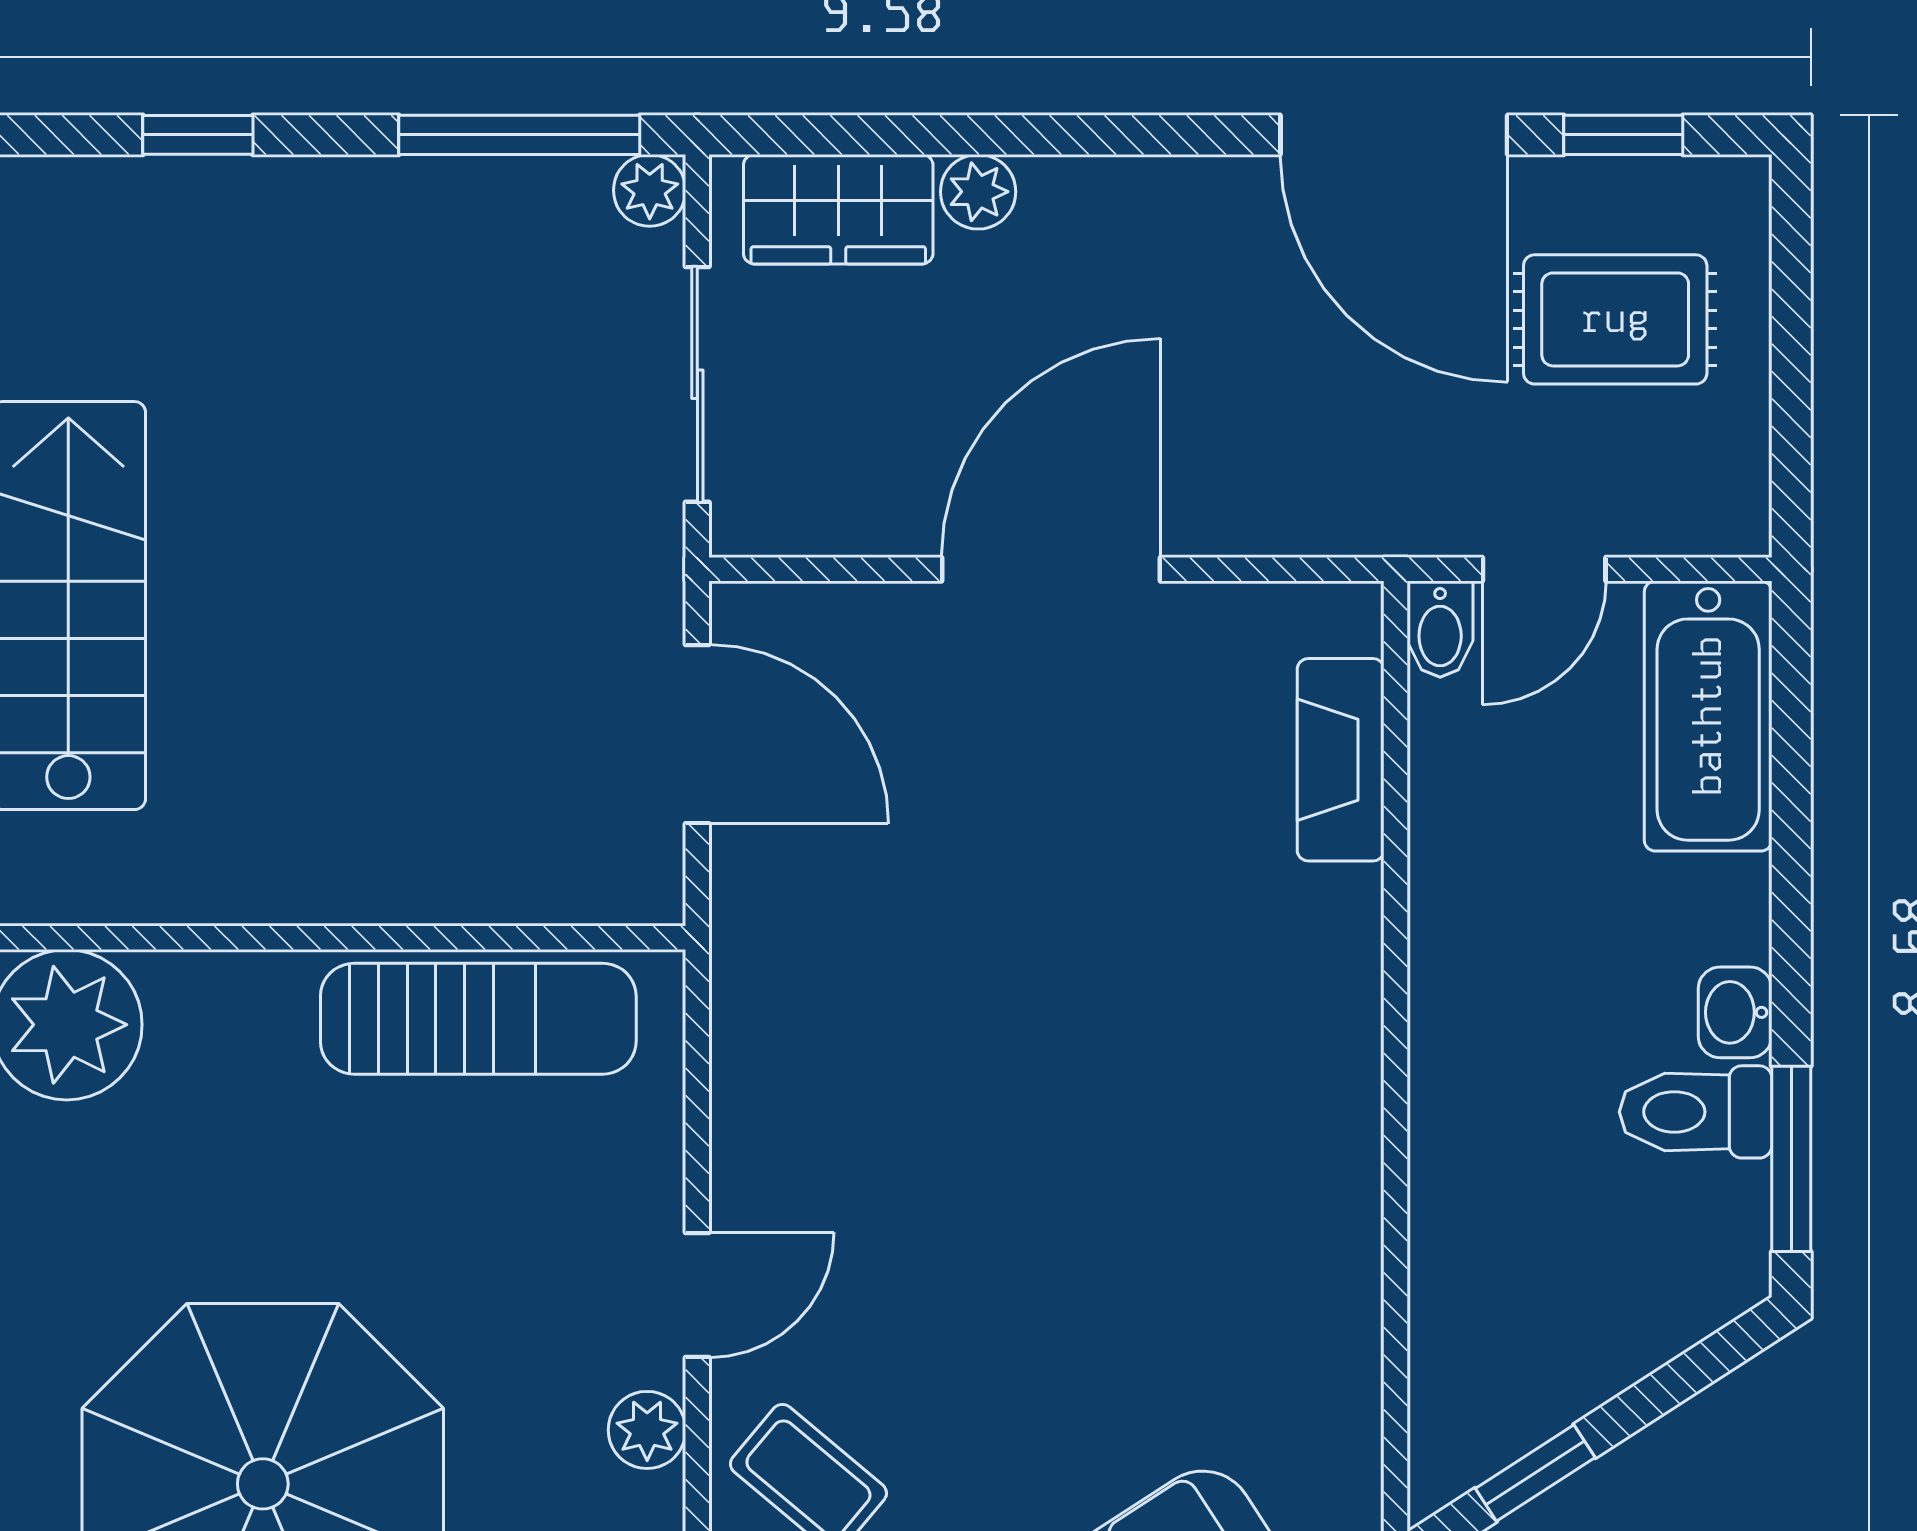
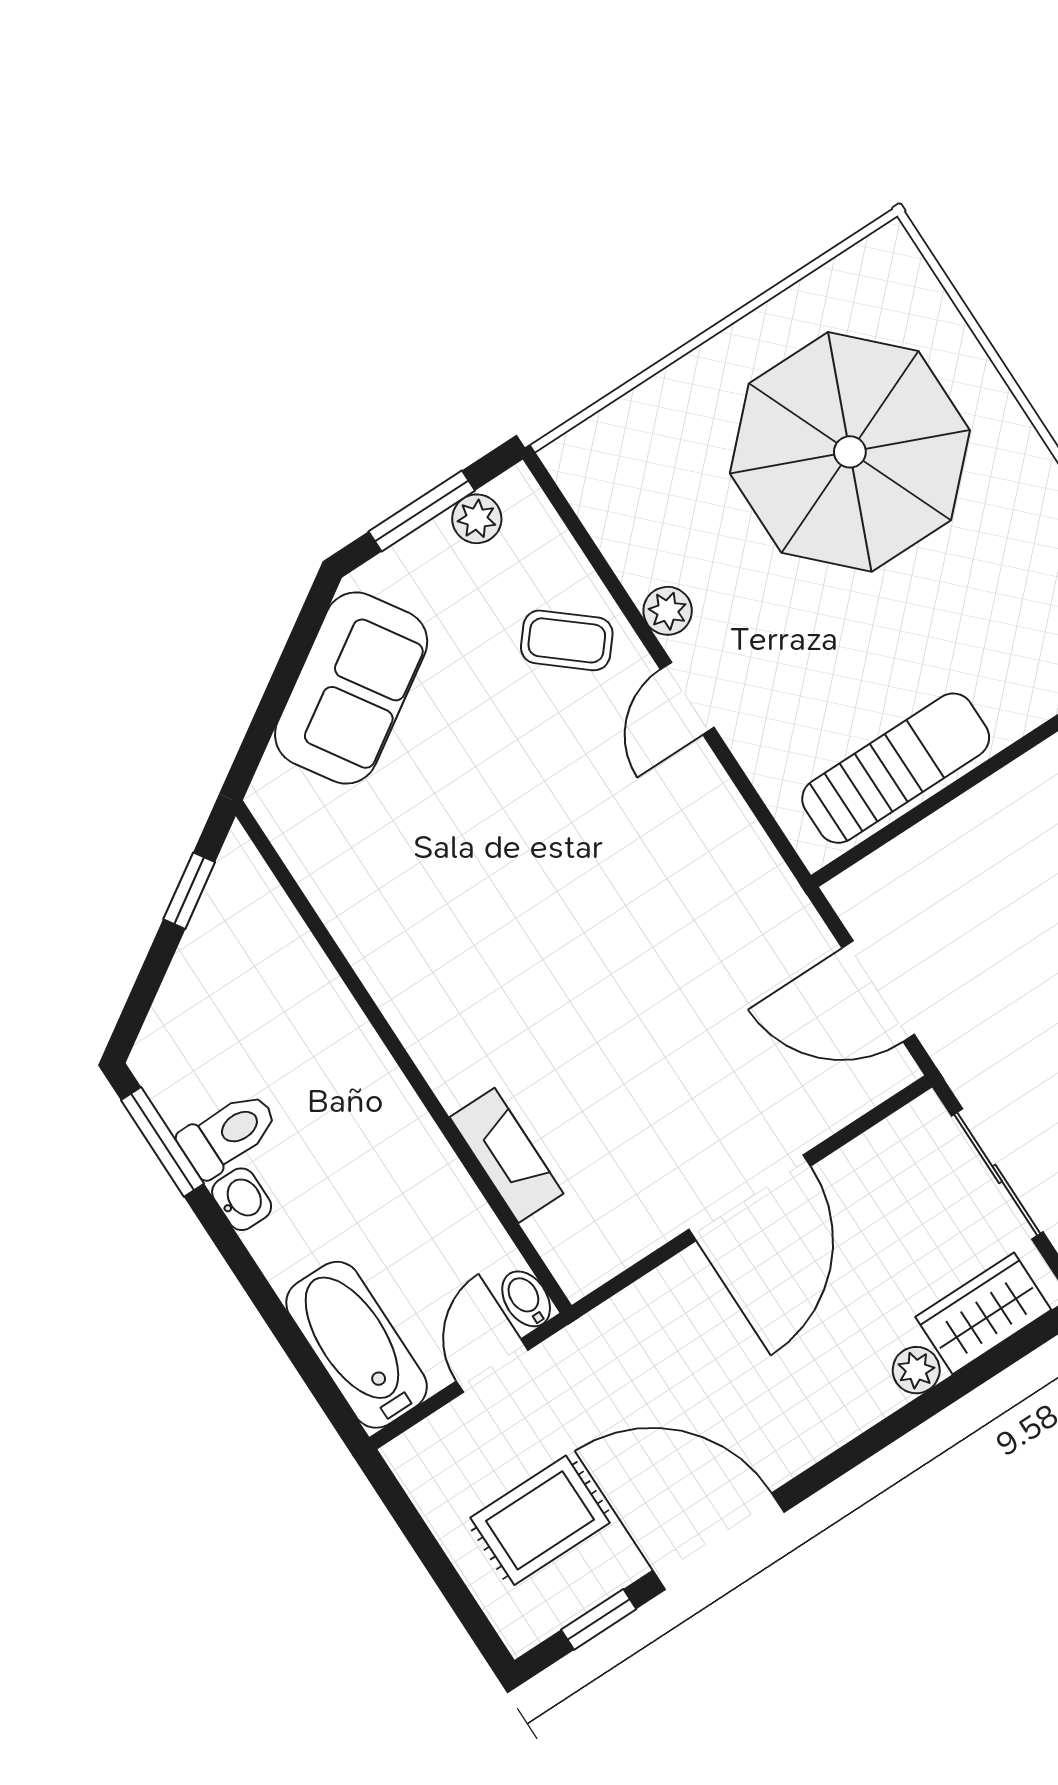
fireplace: (1341, 760) -> (506, 1155), moved
sun lounger: (478, 1019) -> (896, 768), turned 180

